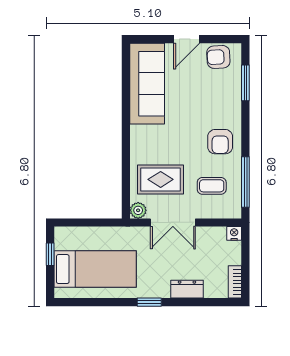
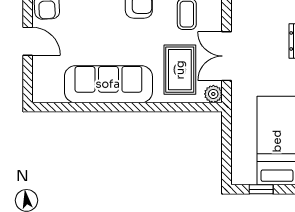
sofa: (147, 84) -> (108, 84), moved
double door: (173, 222) -> (227, 56), swing flipped

